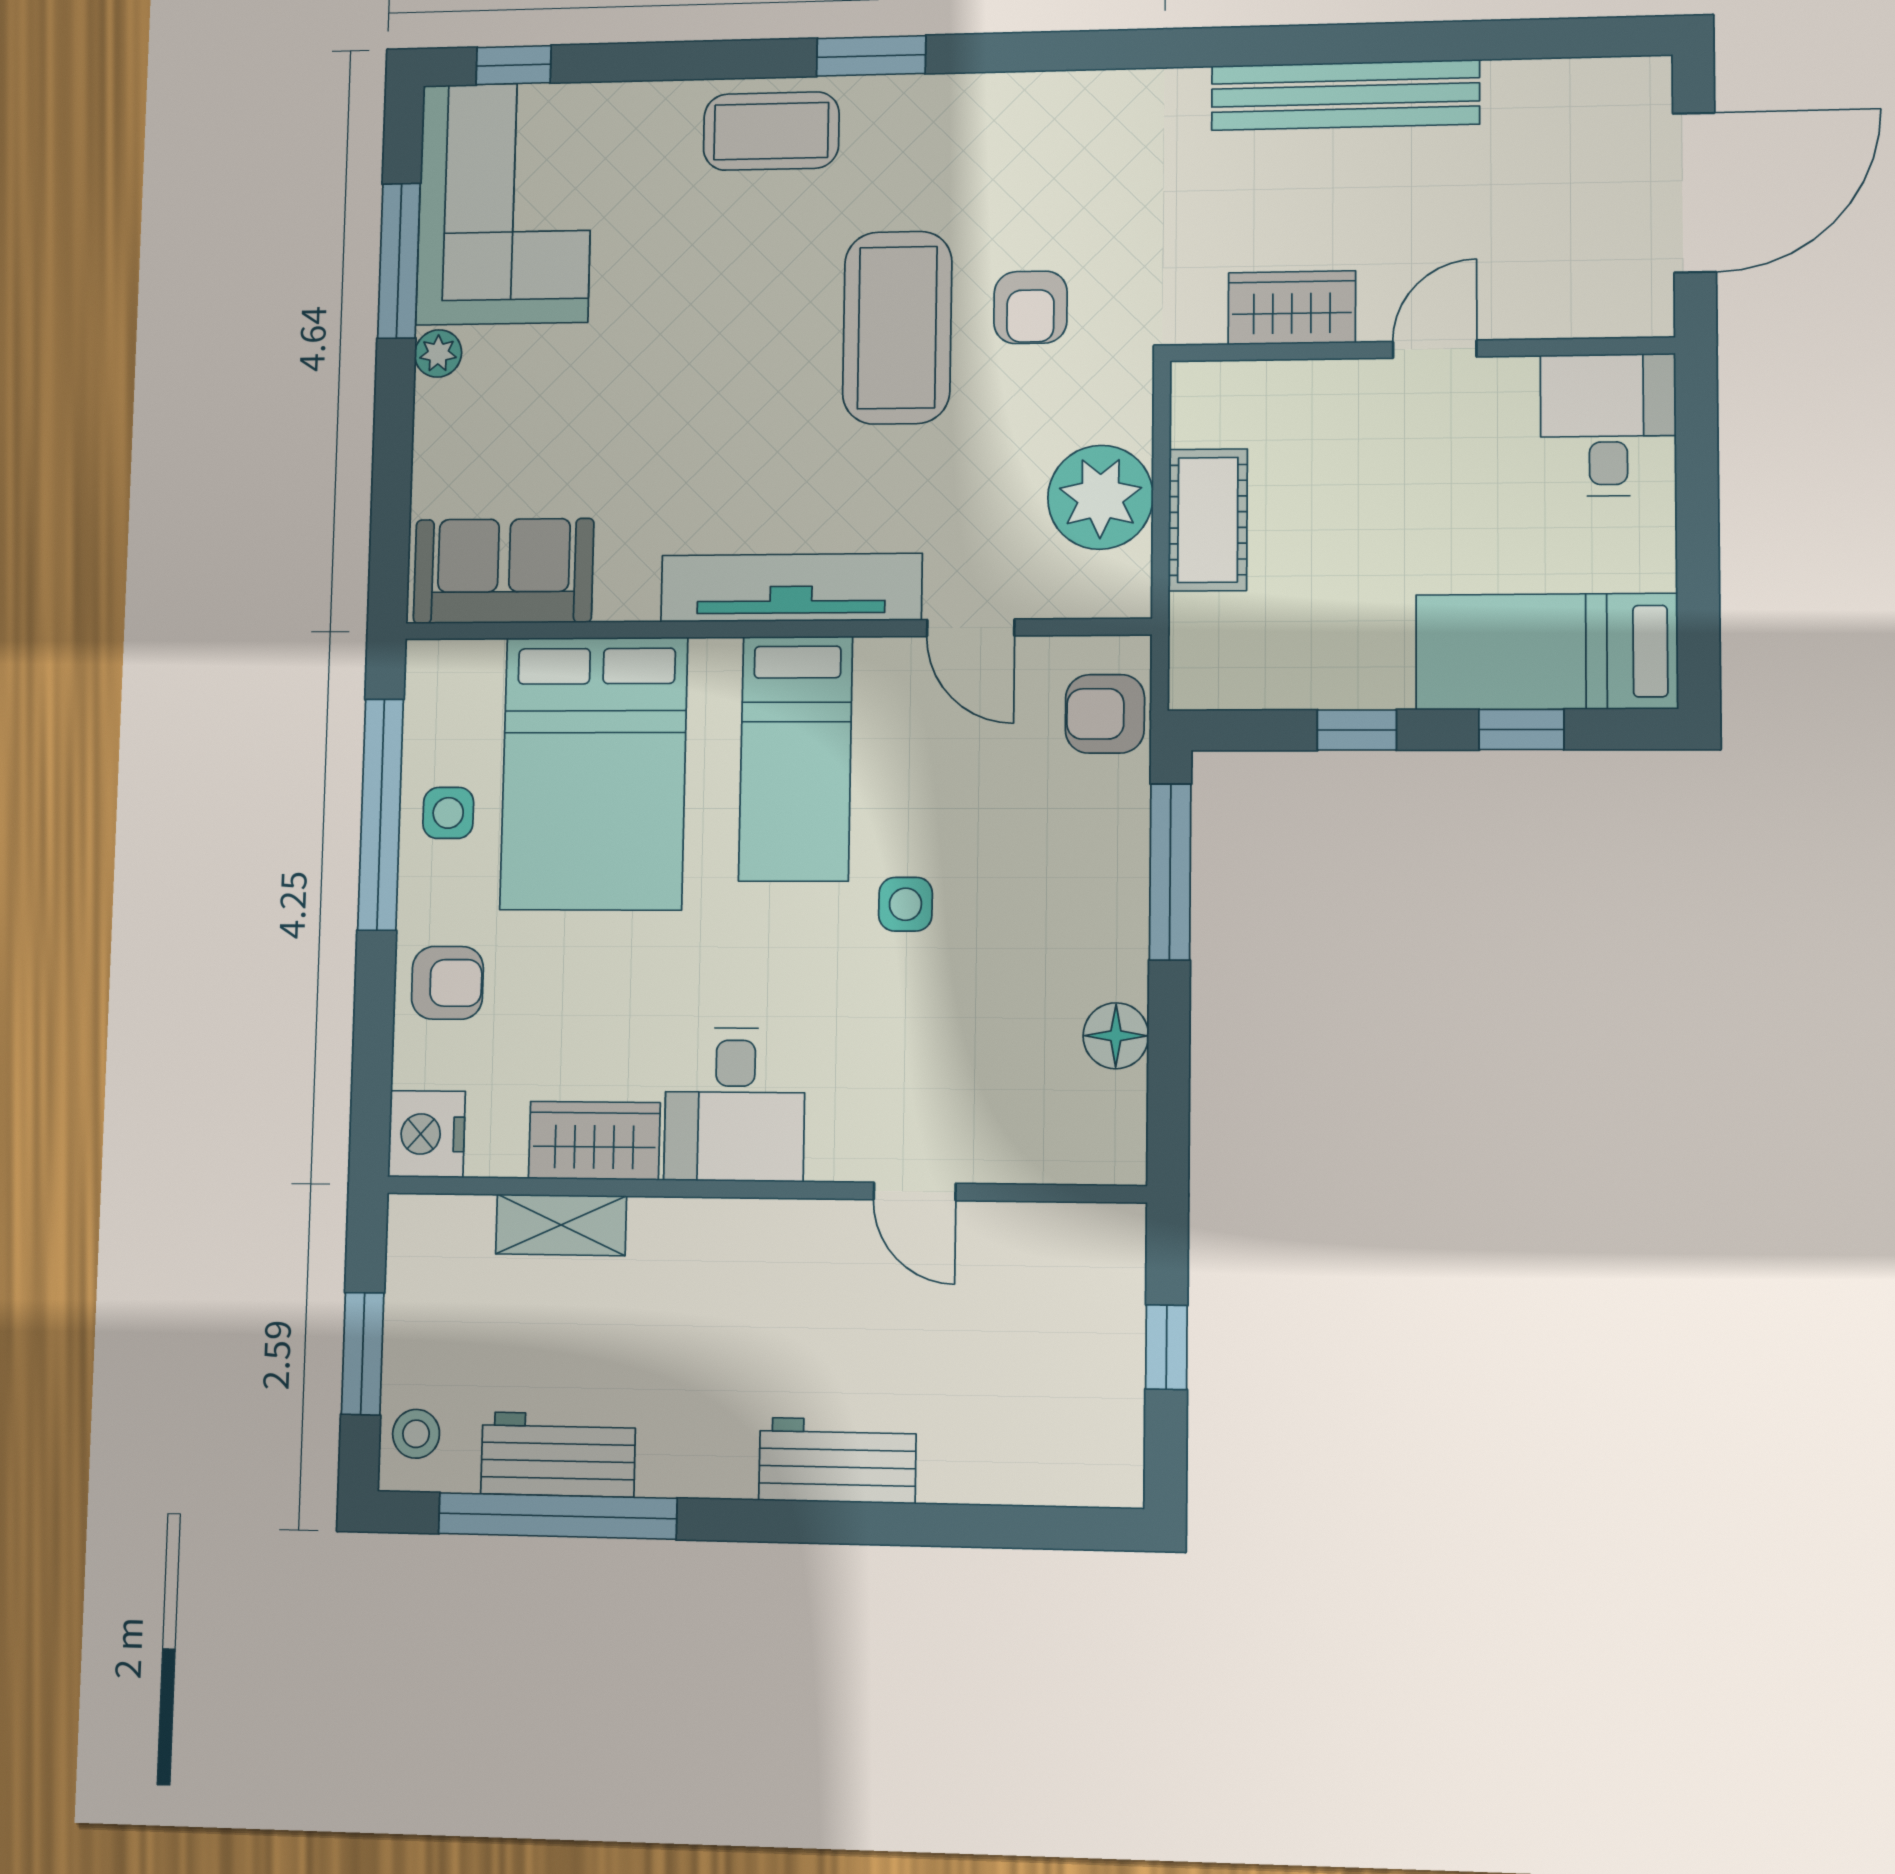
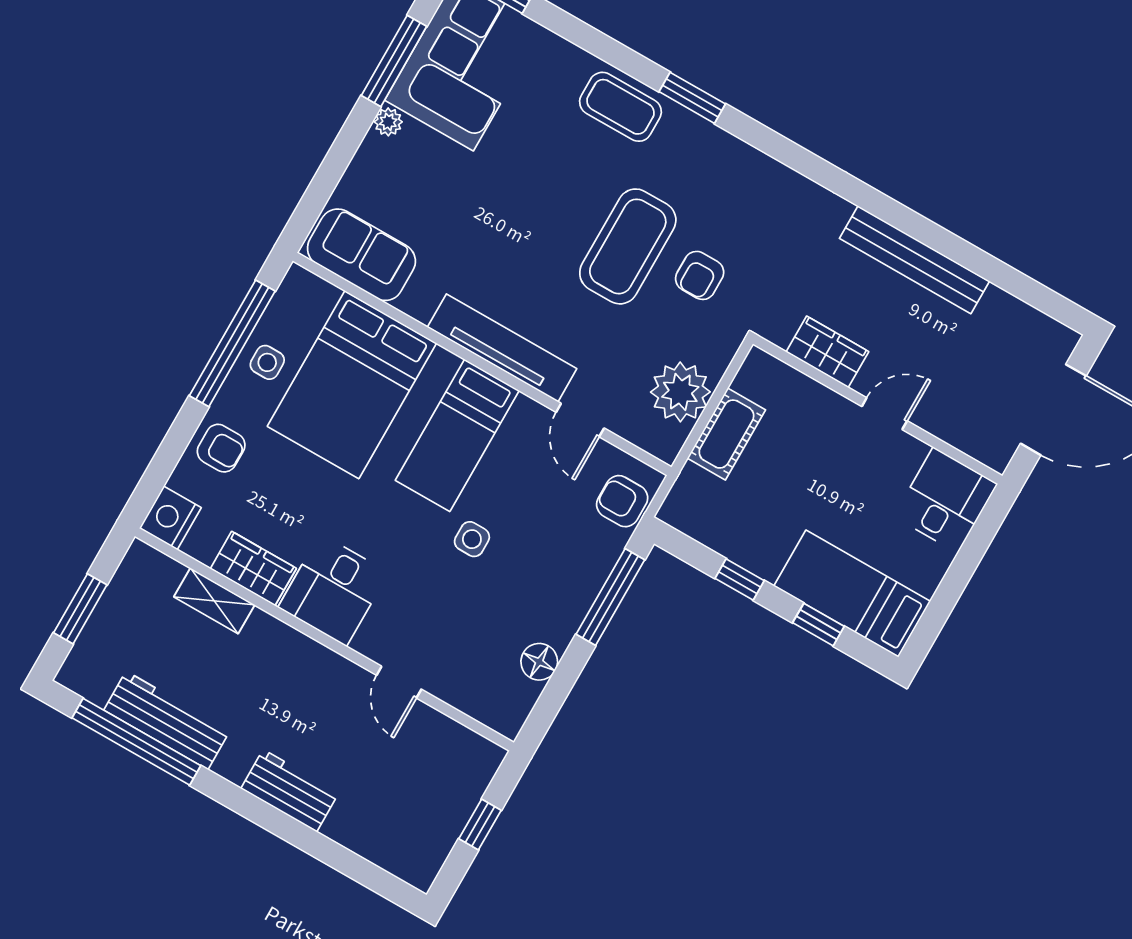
stool: (416, 1434) -> (86, 663), removed
workbench: (558, 1454) -> (167, 720), width x1.38

